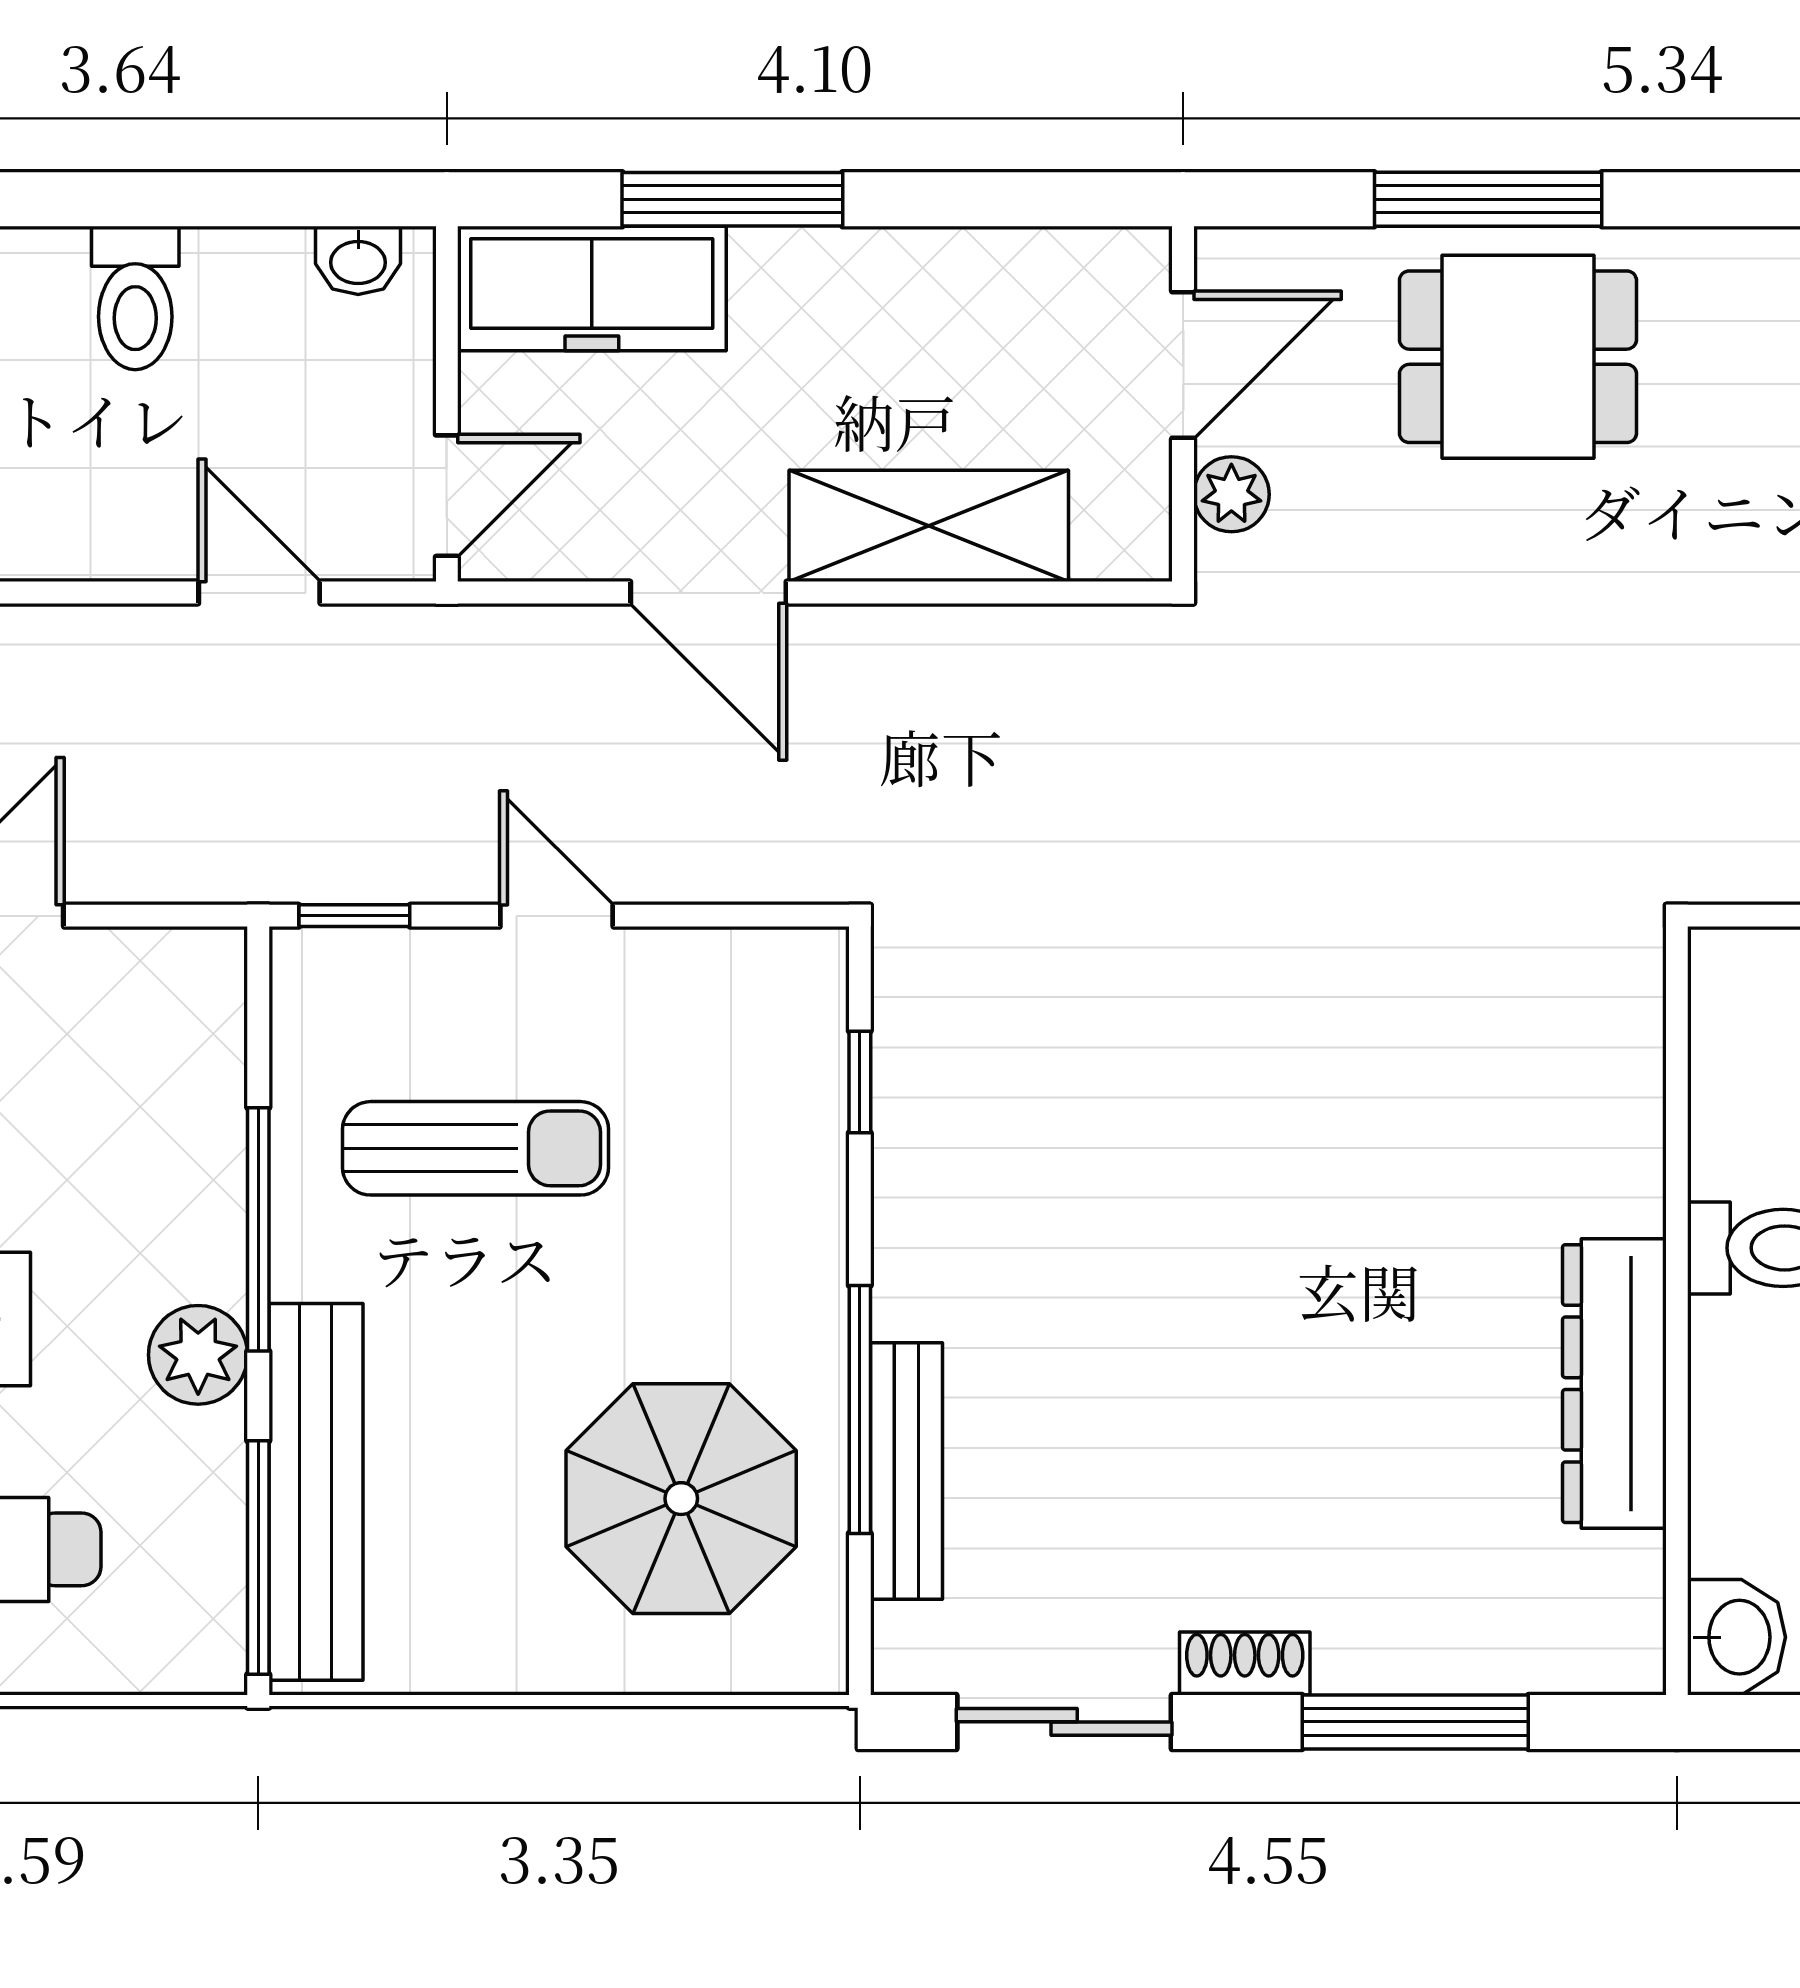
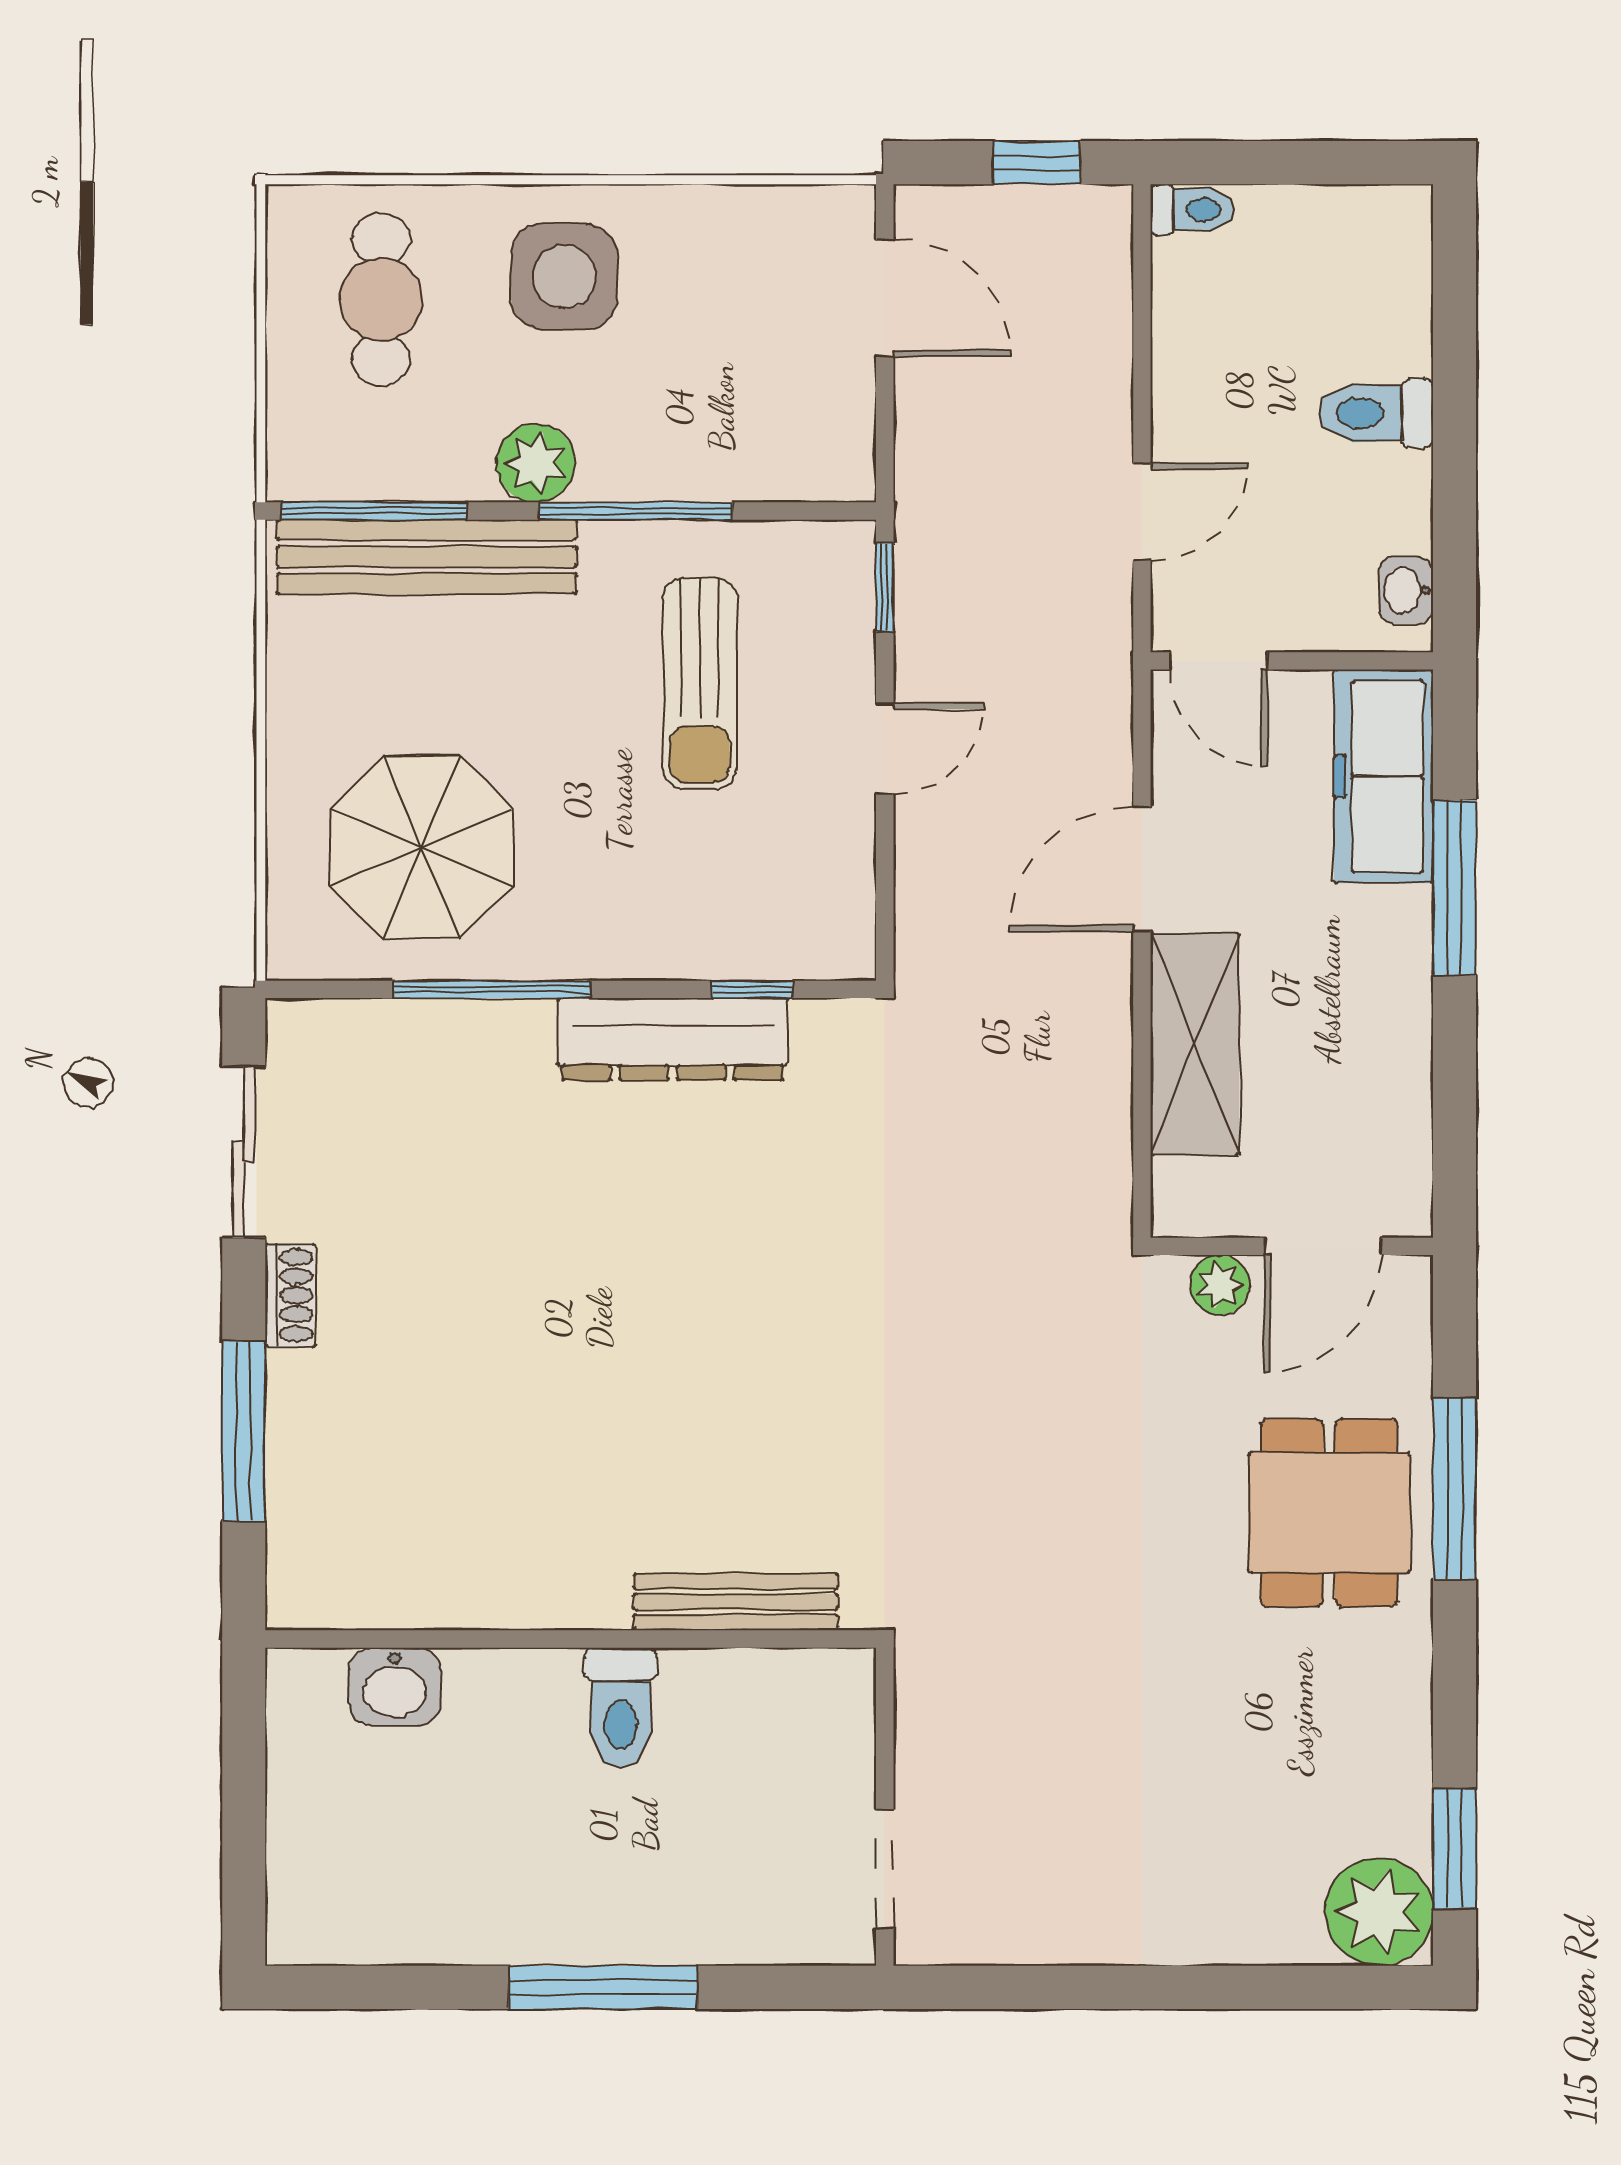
door: (1183, 365) -> (1323, 1246), hinge flipped
dresser: (1614, 1384) -> (673, 1039), moved, turned 180
bench: (906, 1471) -> (736, 1602), moved
washbasin: (1737, 1637) -> (395, 1686), moved

